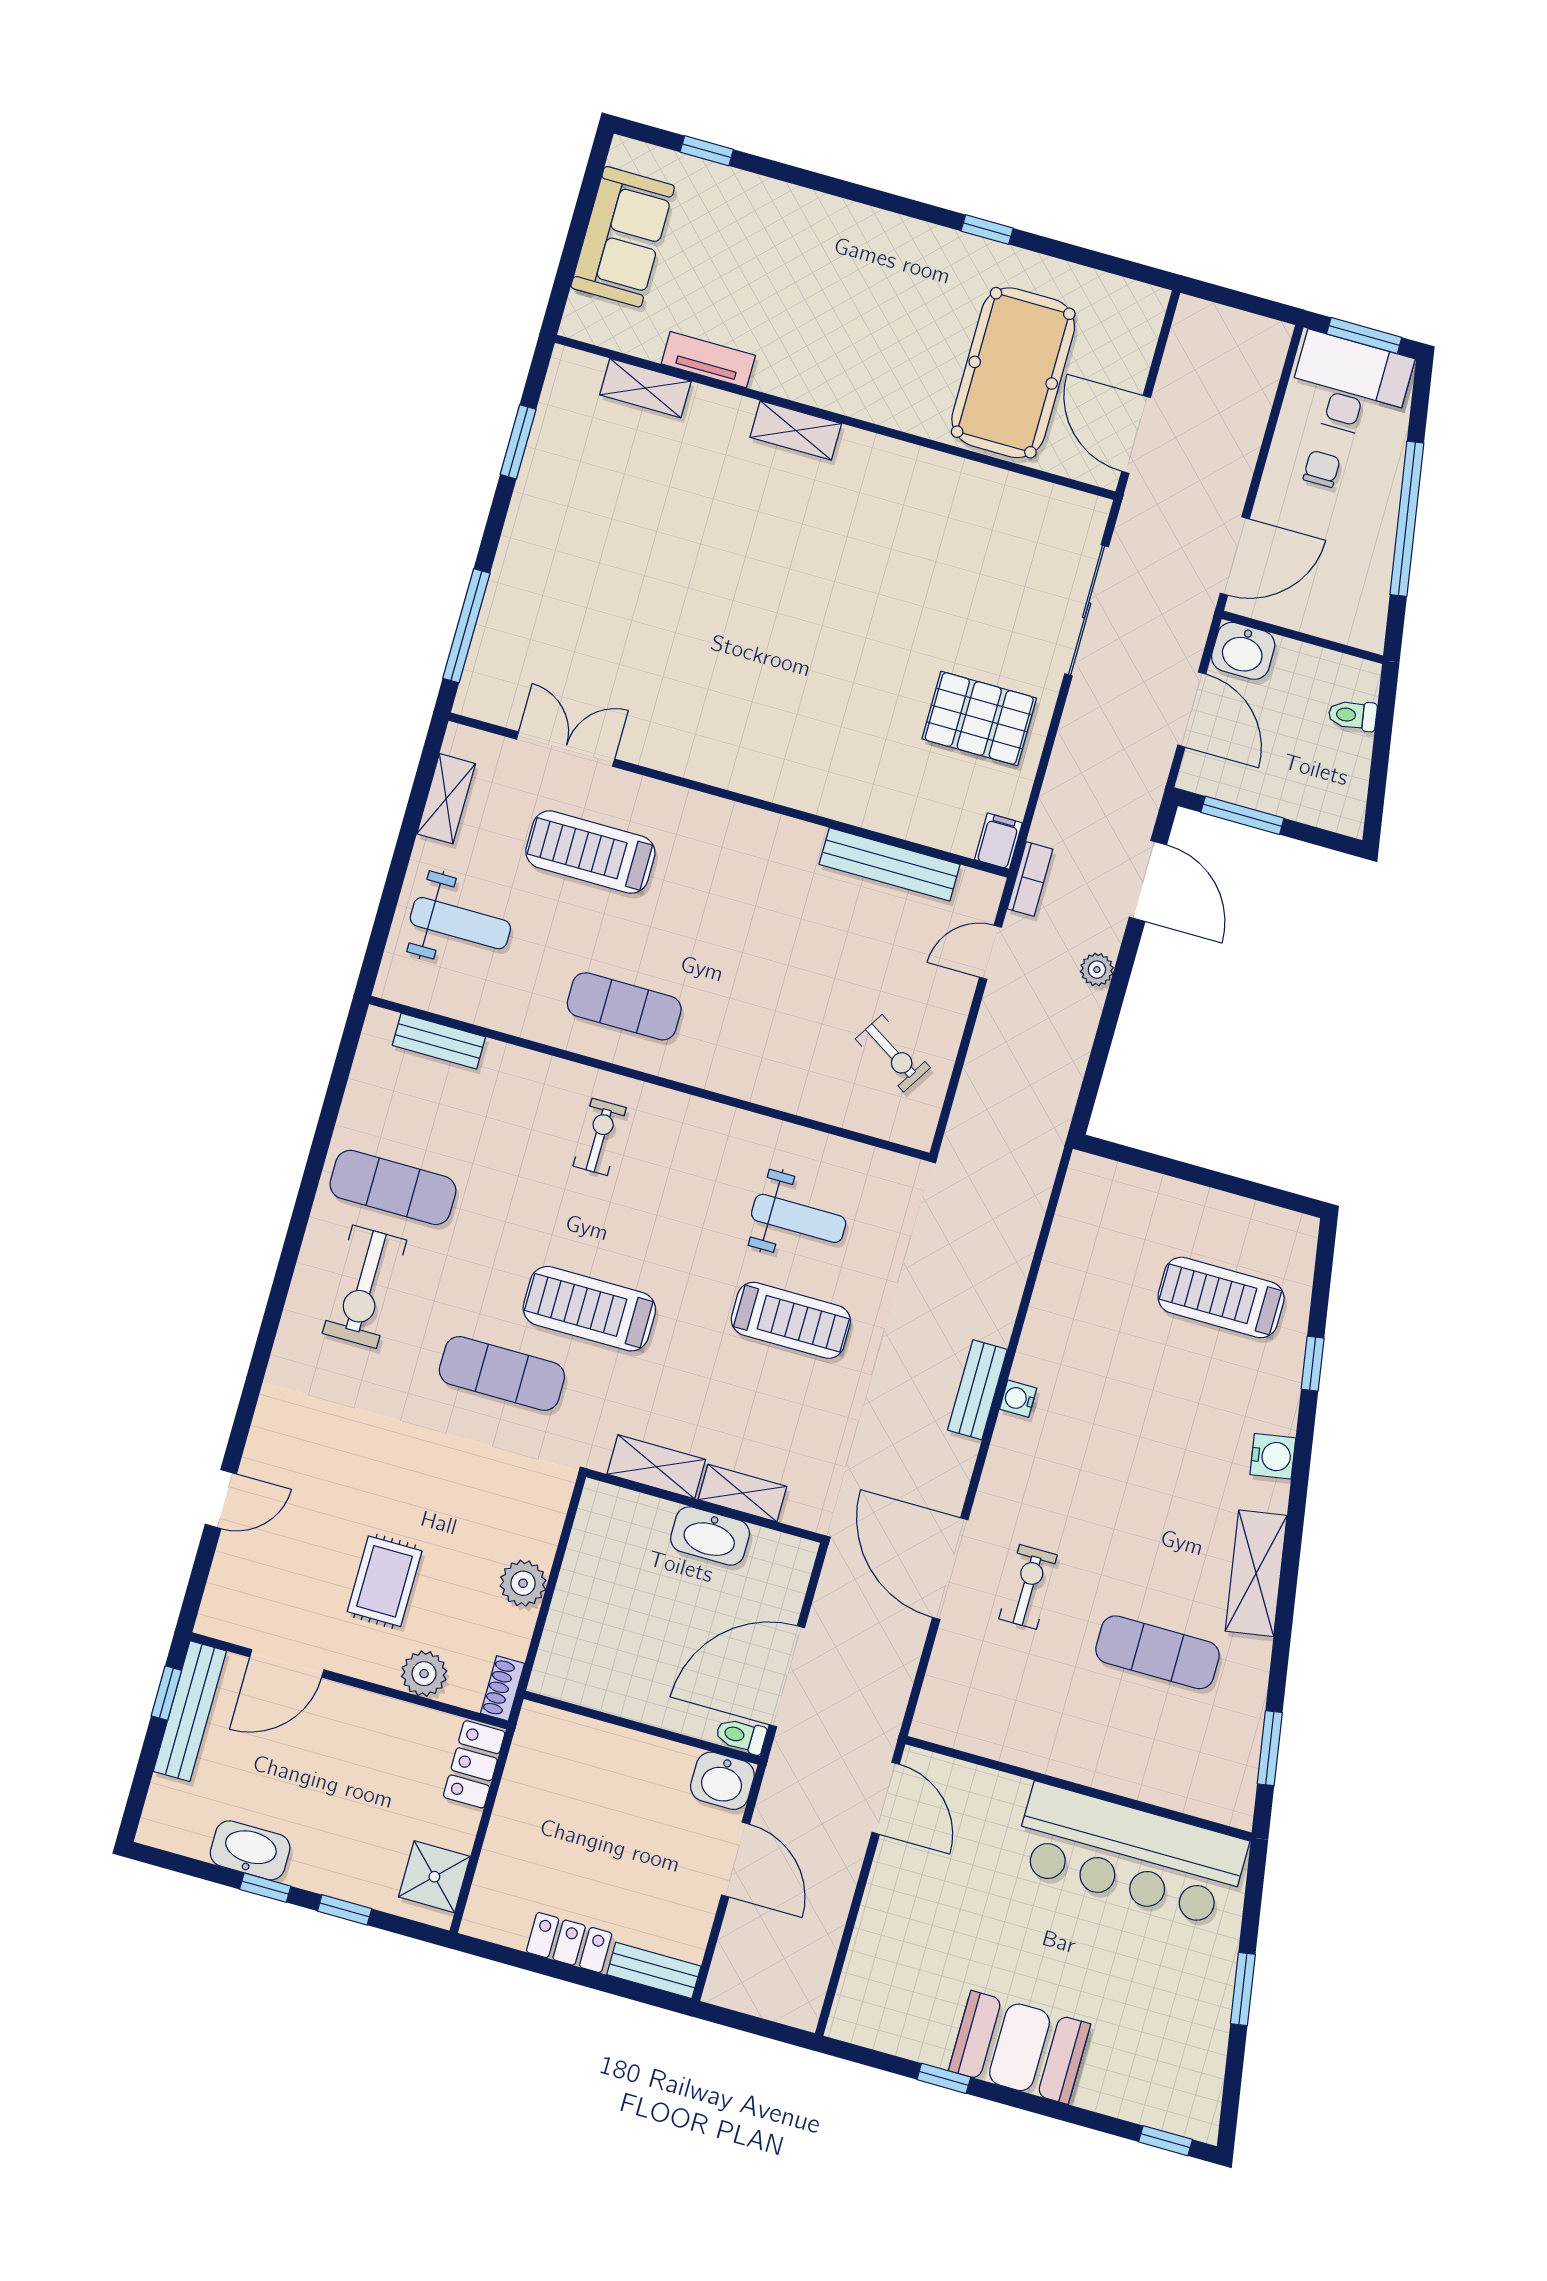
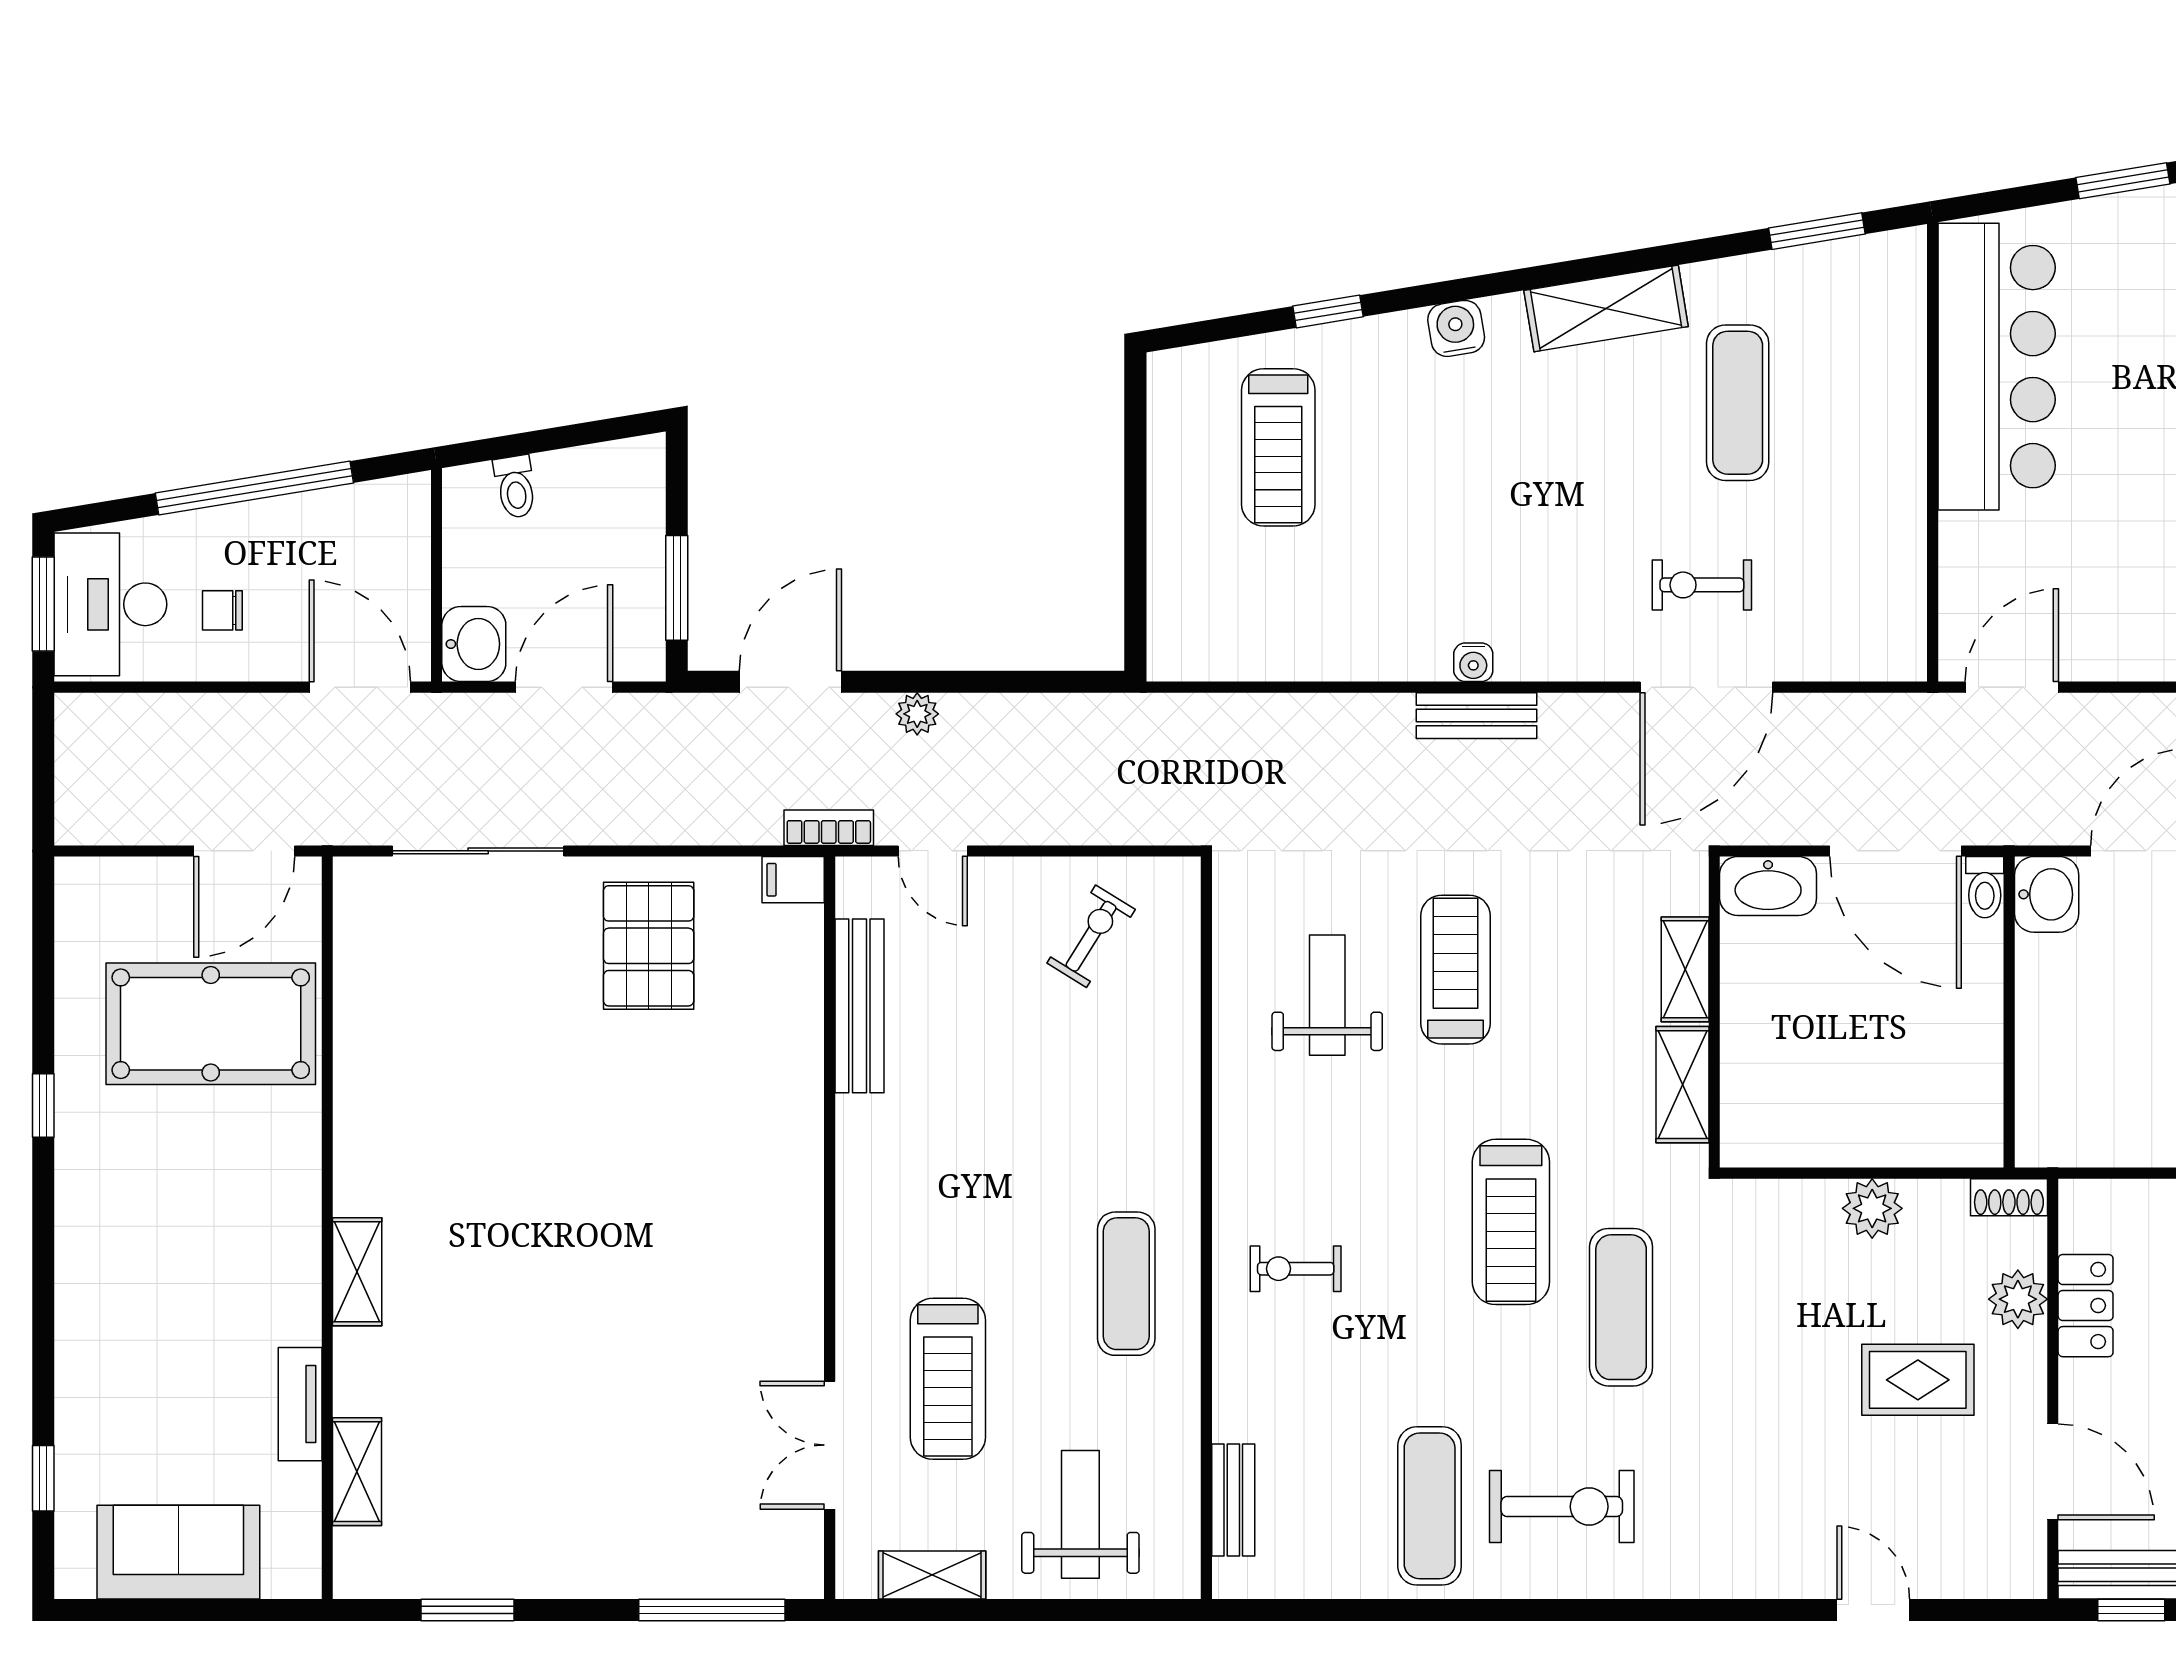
washbasin: (710, 1536) -> (1768, 886), moved, turned 90
locker: (474, 1764) -> (2086, 1306), moved, turned -90

